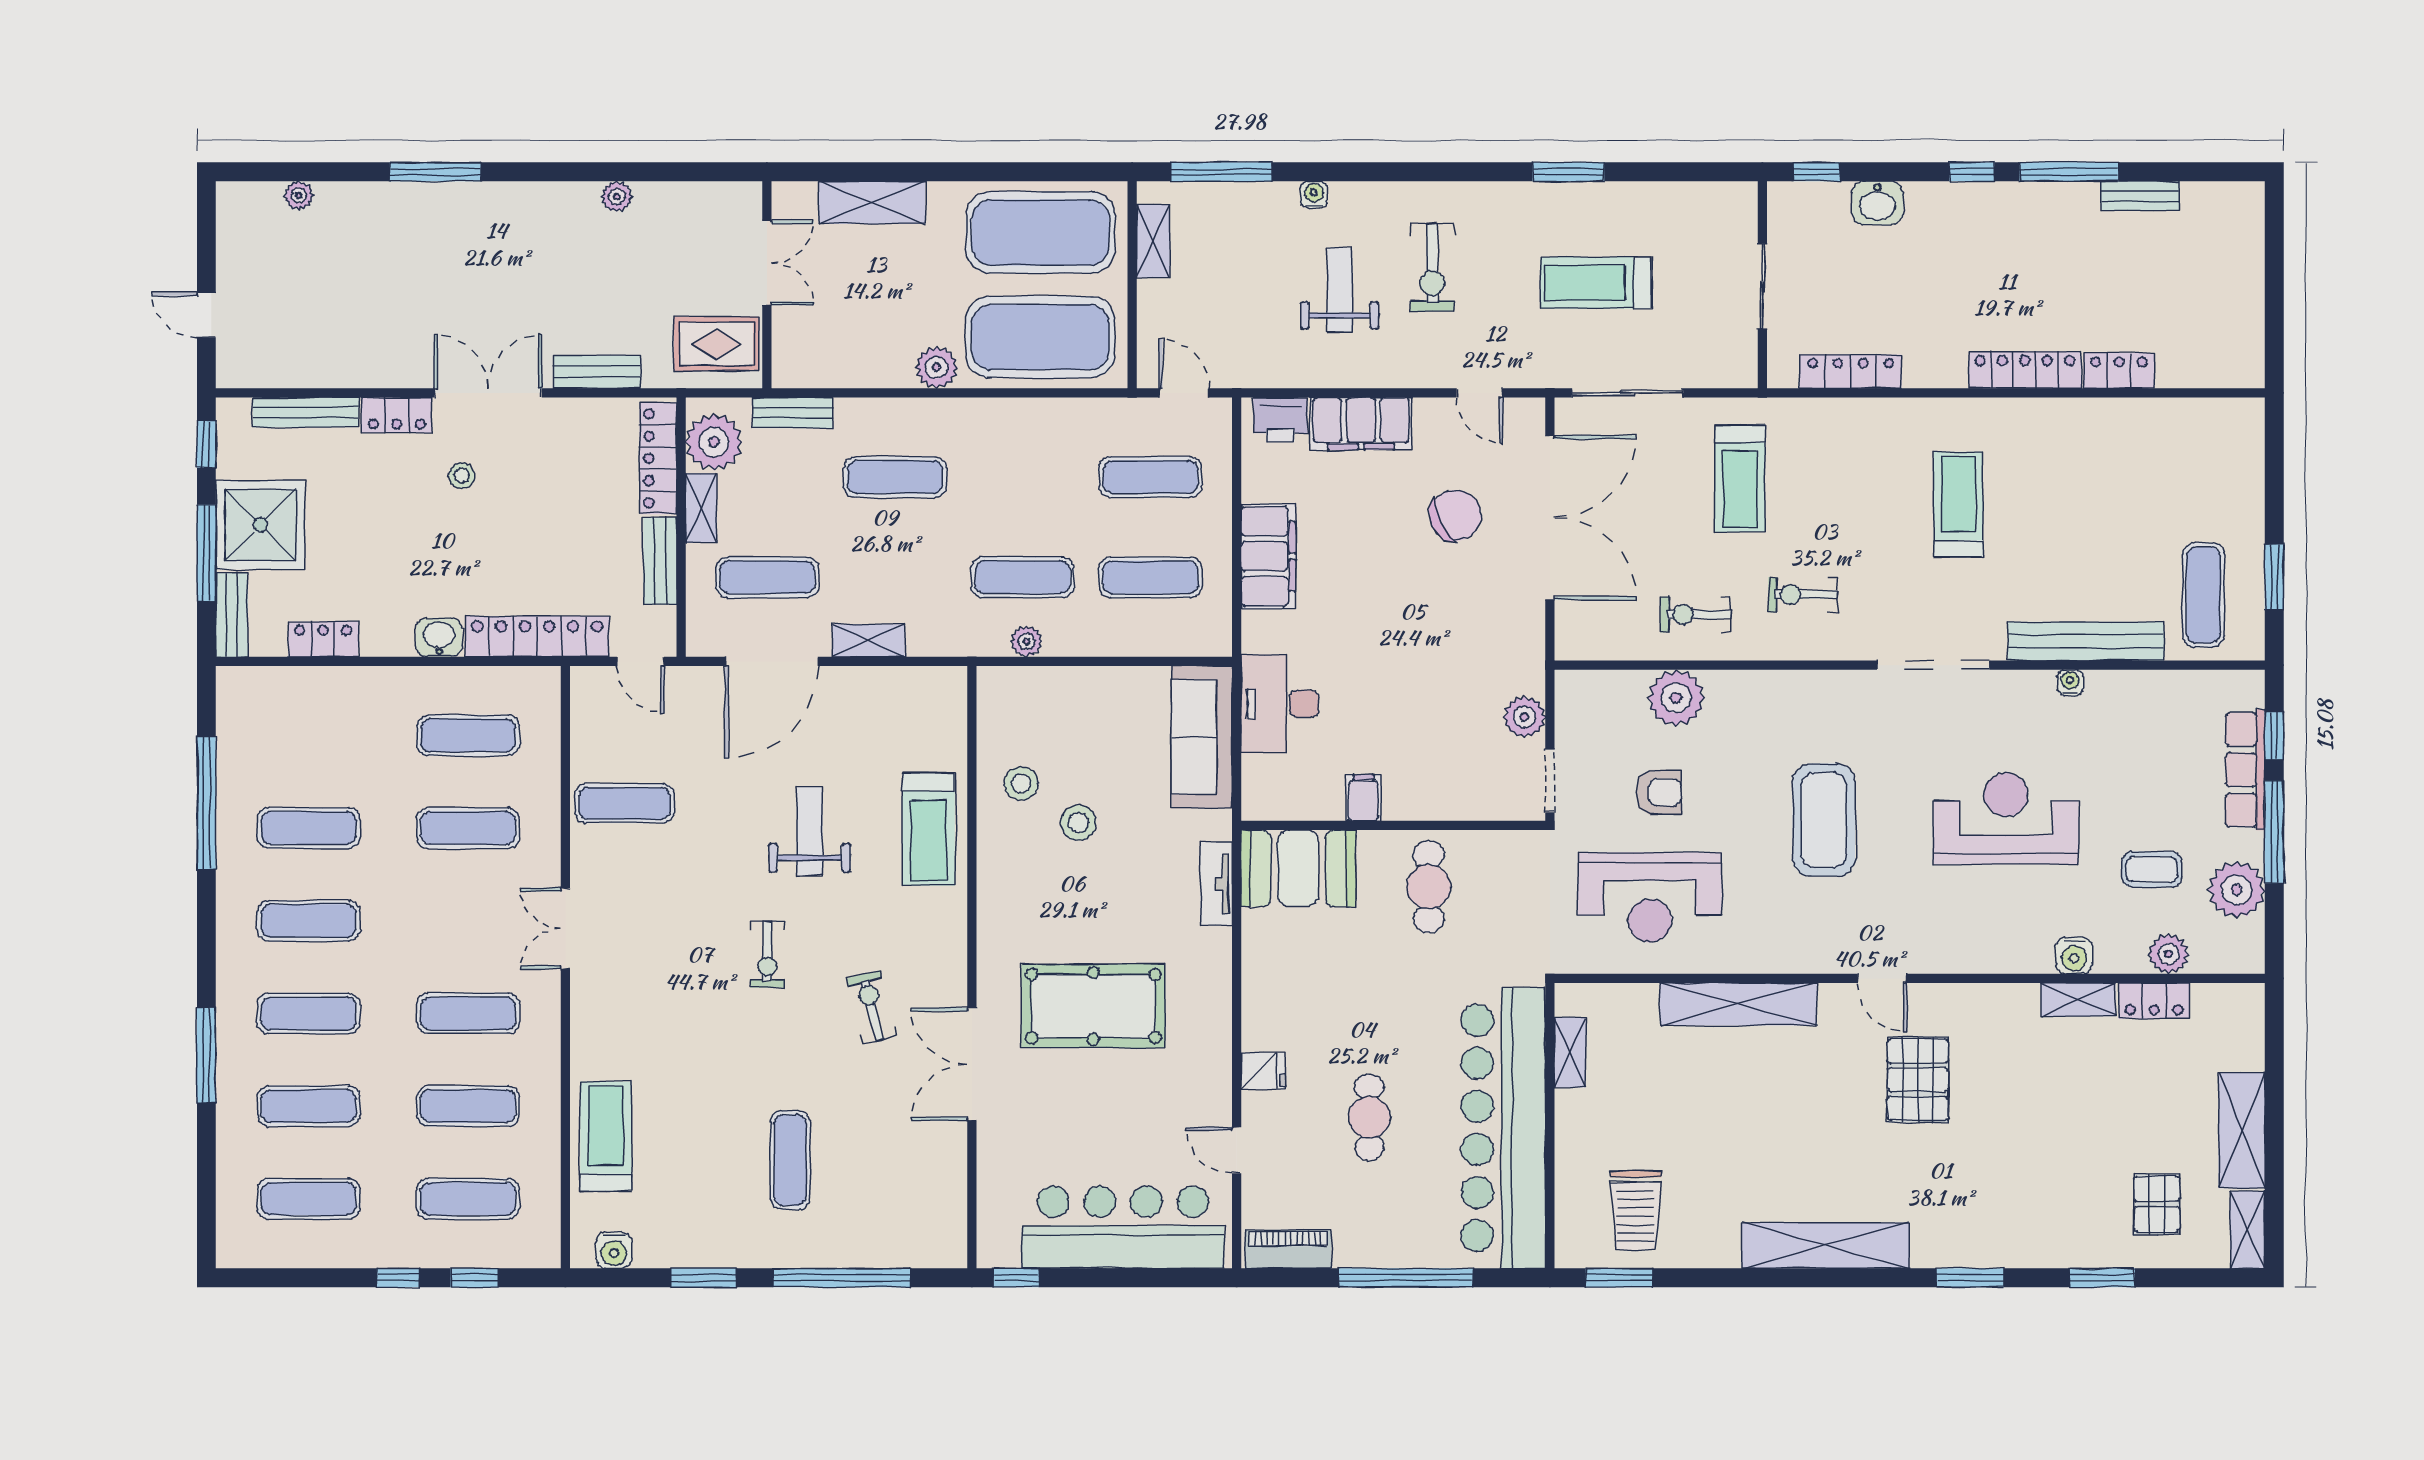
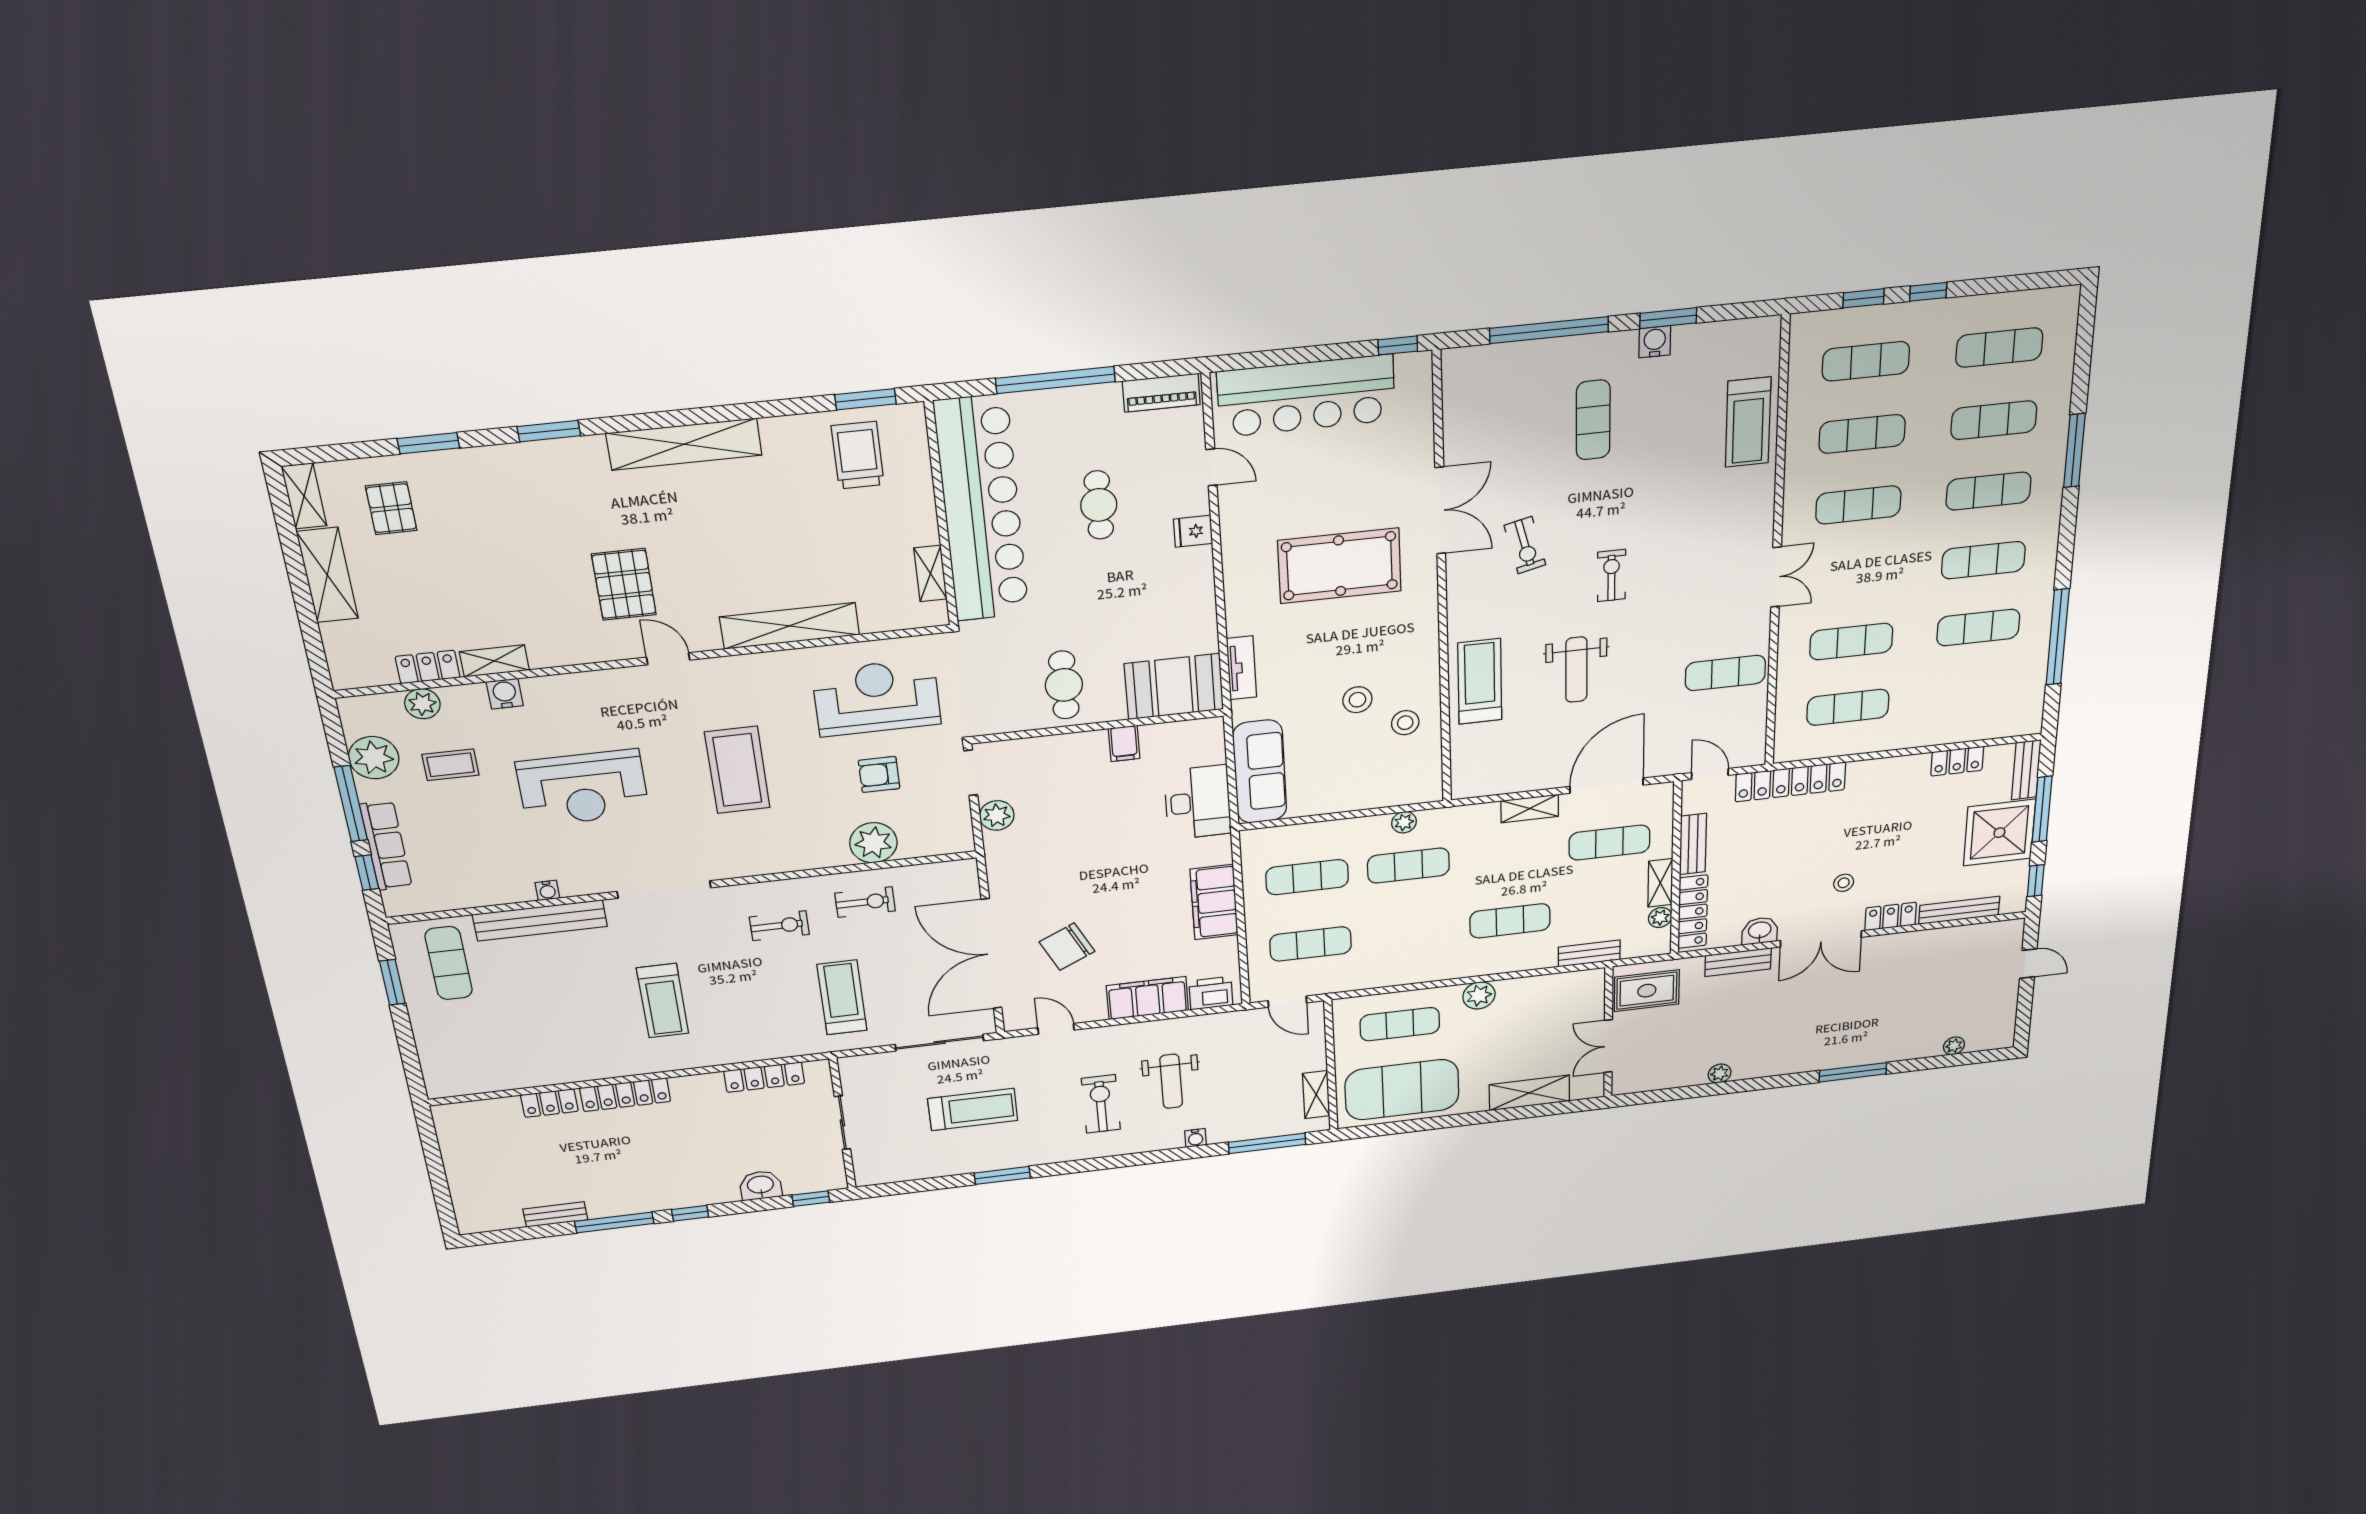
exercise mat: (1040, 337) -> (1400, 1024), width x0.50, depth x0.69
plant: (714, 442) -> (1660, 918), width x0.53, depth x0.53
washbasin: (439, 637) -> (1760, 931), moved, turned 180
water cooler: (614, 1250) -> (1655, 342), moved

